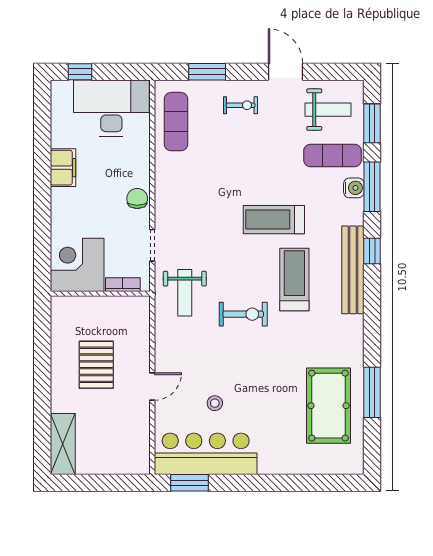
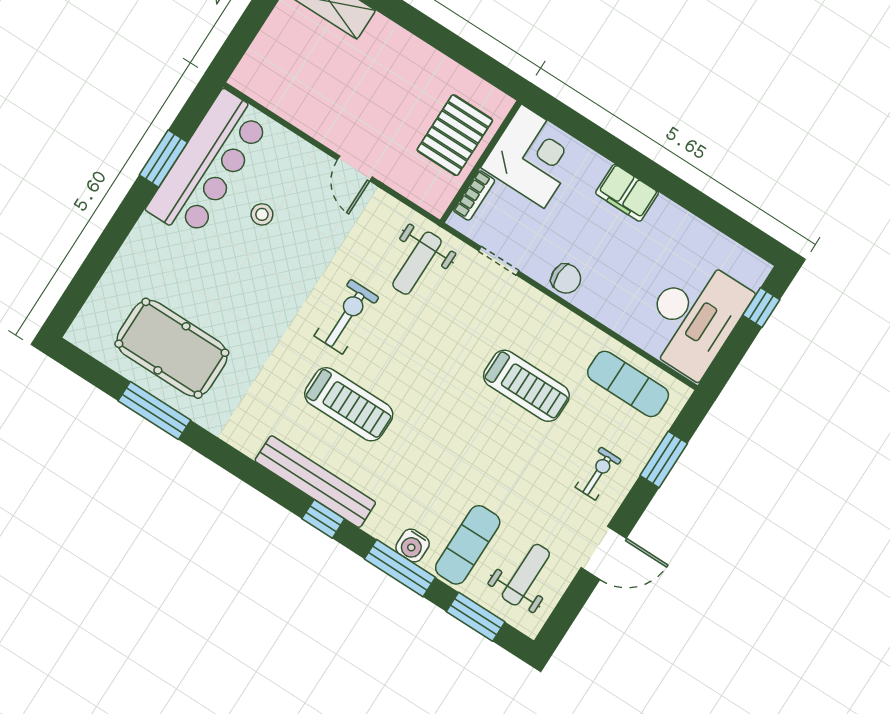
exercise bike: (241, 105) -> (598, 474), turned 180
weight bench: (328, 110) -> (526, 575), turned 180
filing cabinet: (63, 168) -> (627, 193), moved
treadmill: (274, 220) -> (526, 386), moved, turned 90
weight bench: (185, 293) -> (417, 263), turned -90
exercise bike: (243, 314) -> (347, 317), turned 180
pallet: (96, 365) -> (455, 135), moved, turned 90
door: (152, 386) -> (355, 168), moved
window: (189, 483) -> (163, 159), moved

